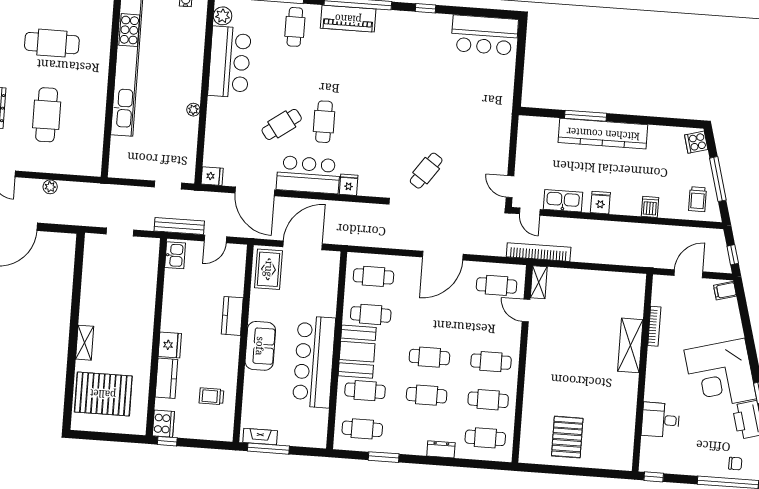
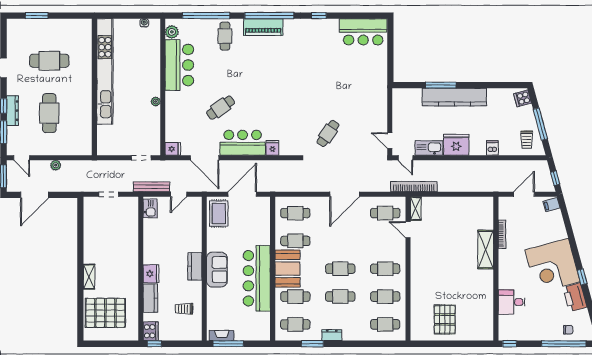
cafe table: (324, 122) -> (251, 103), removed
fridge: (600, 203) -> (456, 145), width x1.88, depth x1.34
kitchen counter: (232, 316) -> (195, 266), moved
dresser: (441, 449) -> (332, 335), moved

